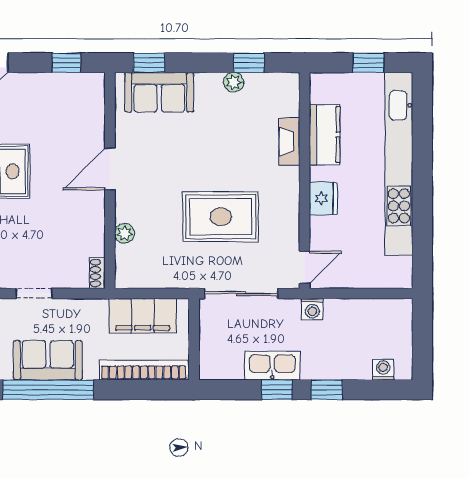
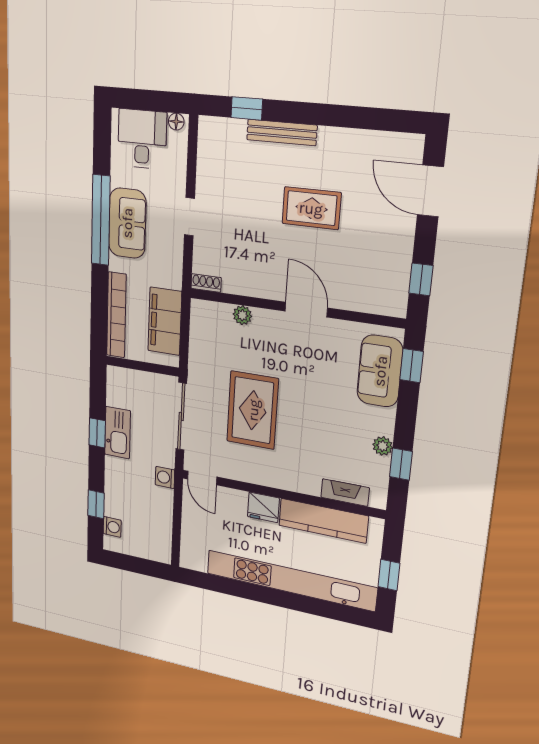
kitchen counter: (325, 135) -> (323, 521), width x1.50
fireplace: (290, 142) -> (345, 493), moved
window: (327, 390) -> (96, 504), moved

